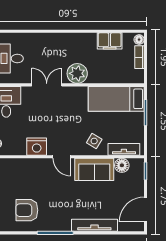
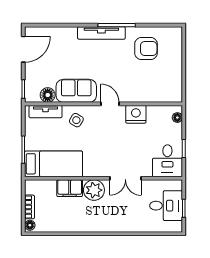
filing cabinet: (110, 41) -> (70, 188), moved, turned 180
tv unit: (94, 225) -> (101, 33), moved

